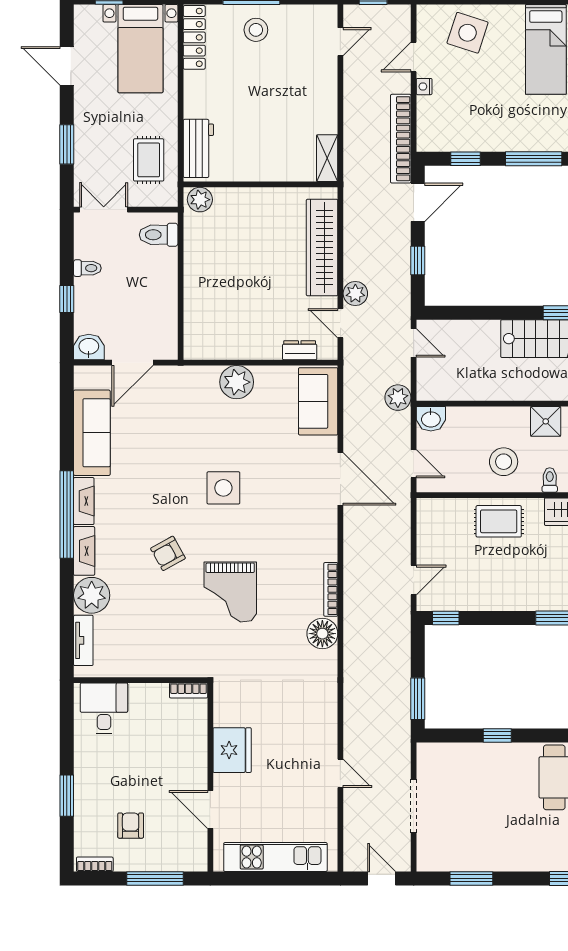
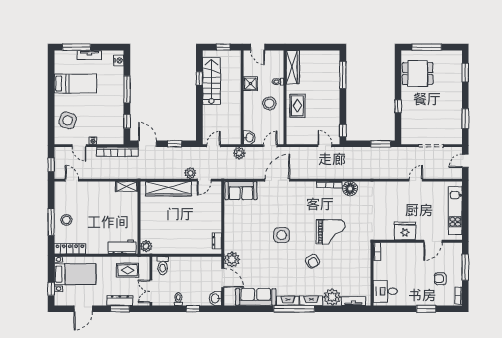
dresser: (84, 144) -> (120, 301), added
dresser: (300, 350) -> (217, 241), moved
plant: (237, 382) -> (232, 259), moved

